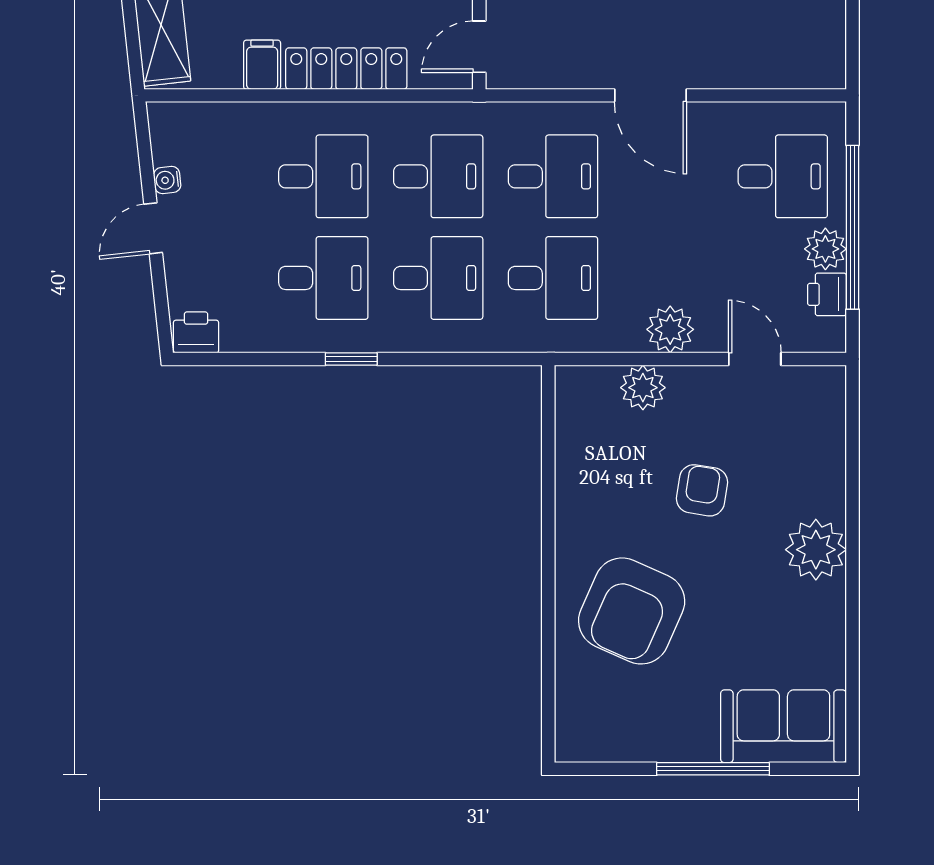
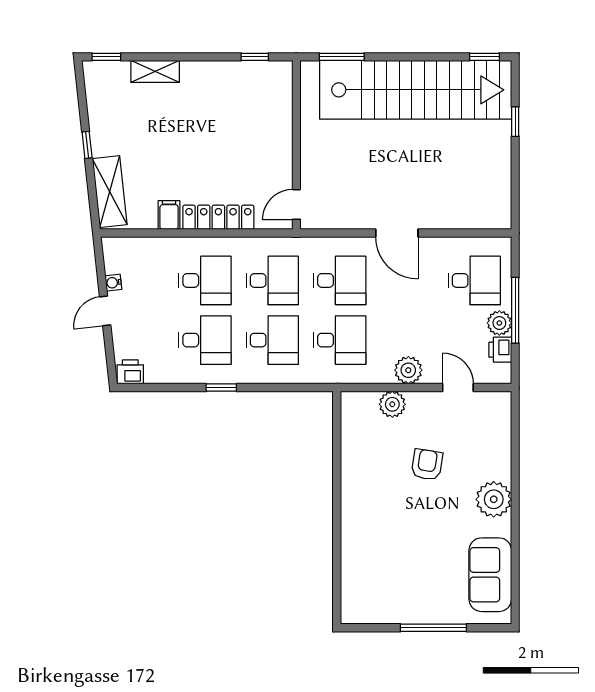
window: (852, 227) -> (515, 310), width x0.68
armchair: (632, 611) -> (386, 535), removed
sofa: (783, 726) -> (490, 575), moved, turned -90

